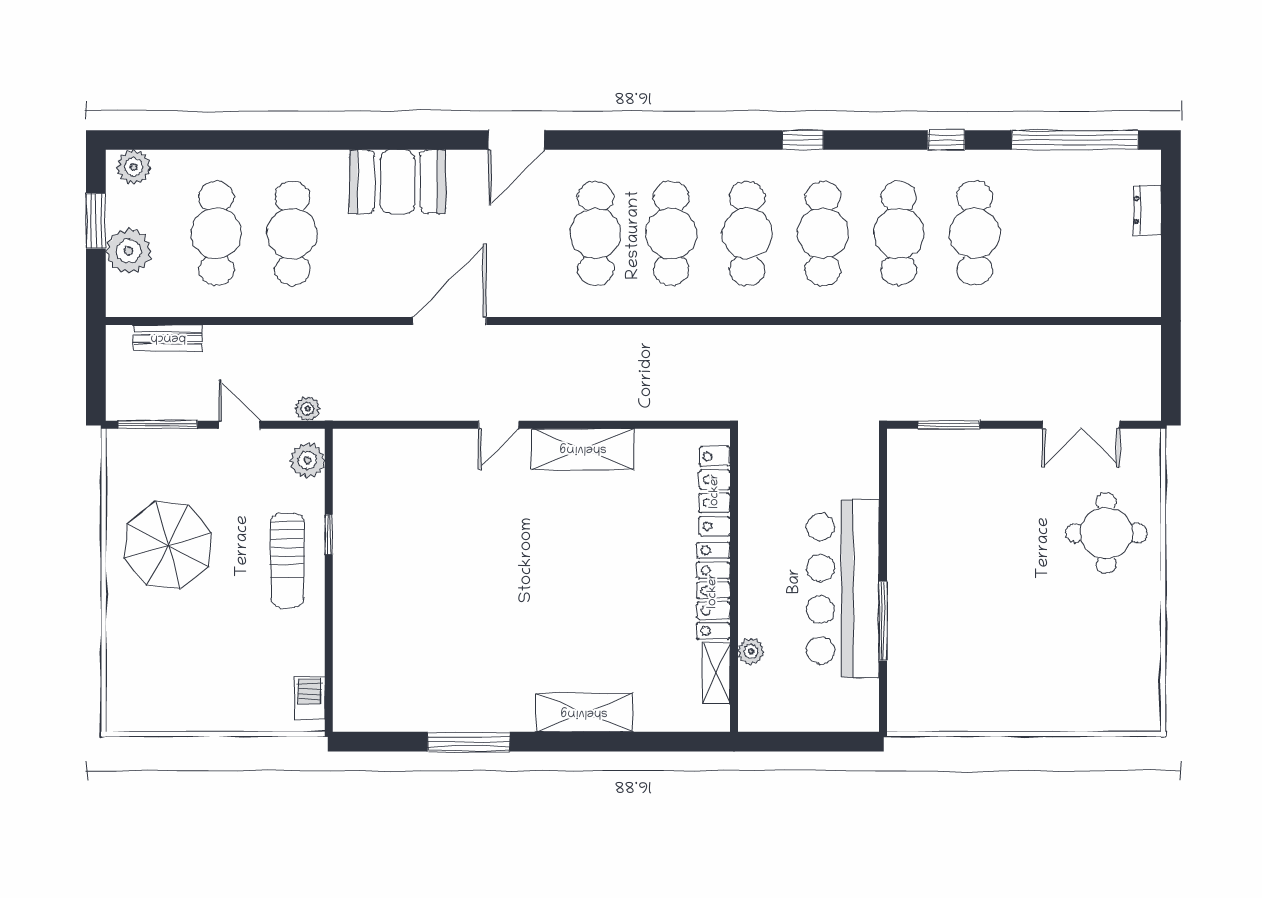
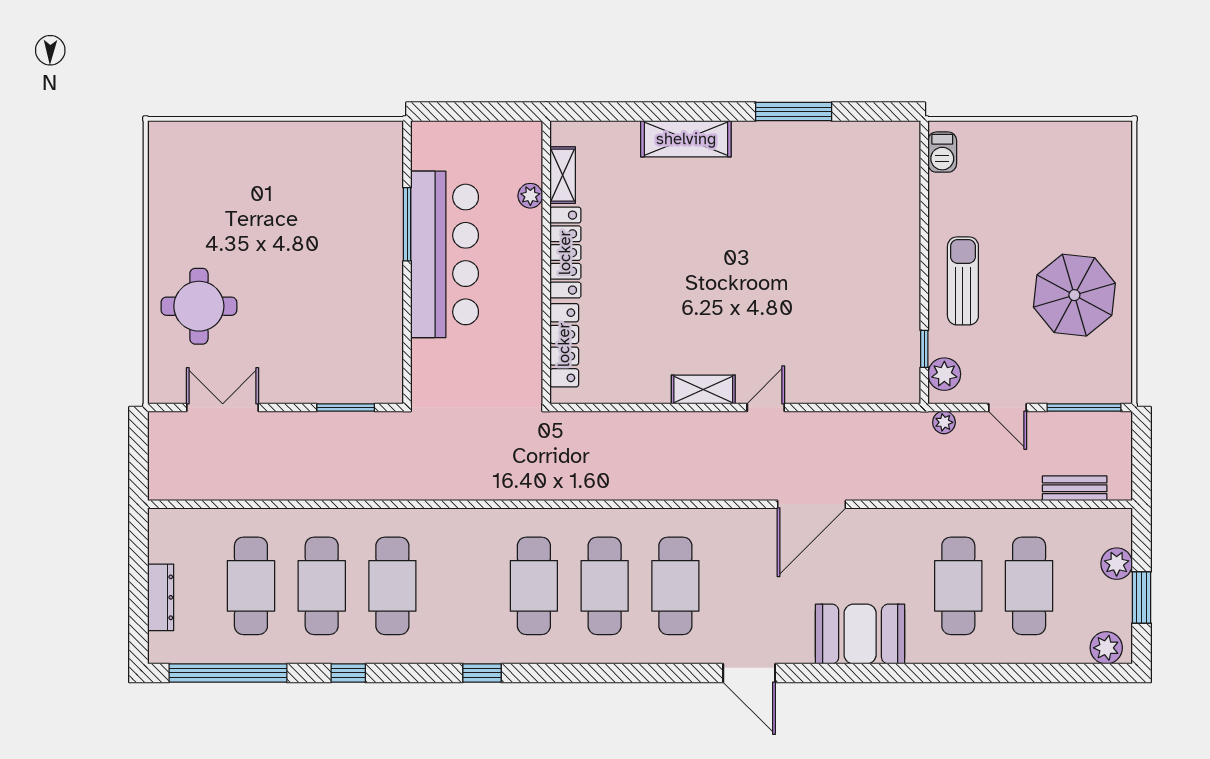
door: (516, 140) -> (749, 673), swing flipped
dresser: (1147, 210) -> (161, 597), width x1.44
cafe table: (823, 233) -> (251, 586), moved
plant: (129, 251) -> (1117, 564), width x0.73, depth x0.73
shelving: (583, 449) -> (703, 389), width x0.67, depth x0.75
window: (329, 535) -> (924, 349), moved

